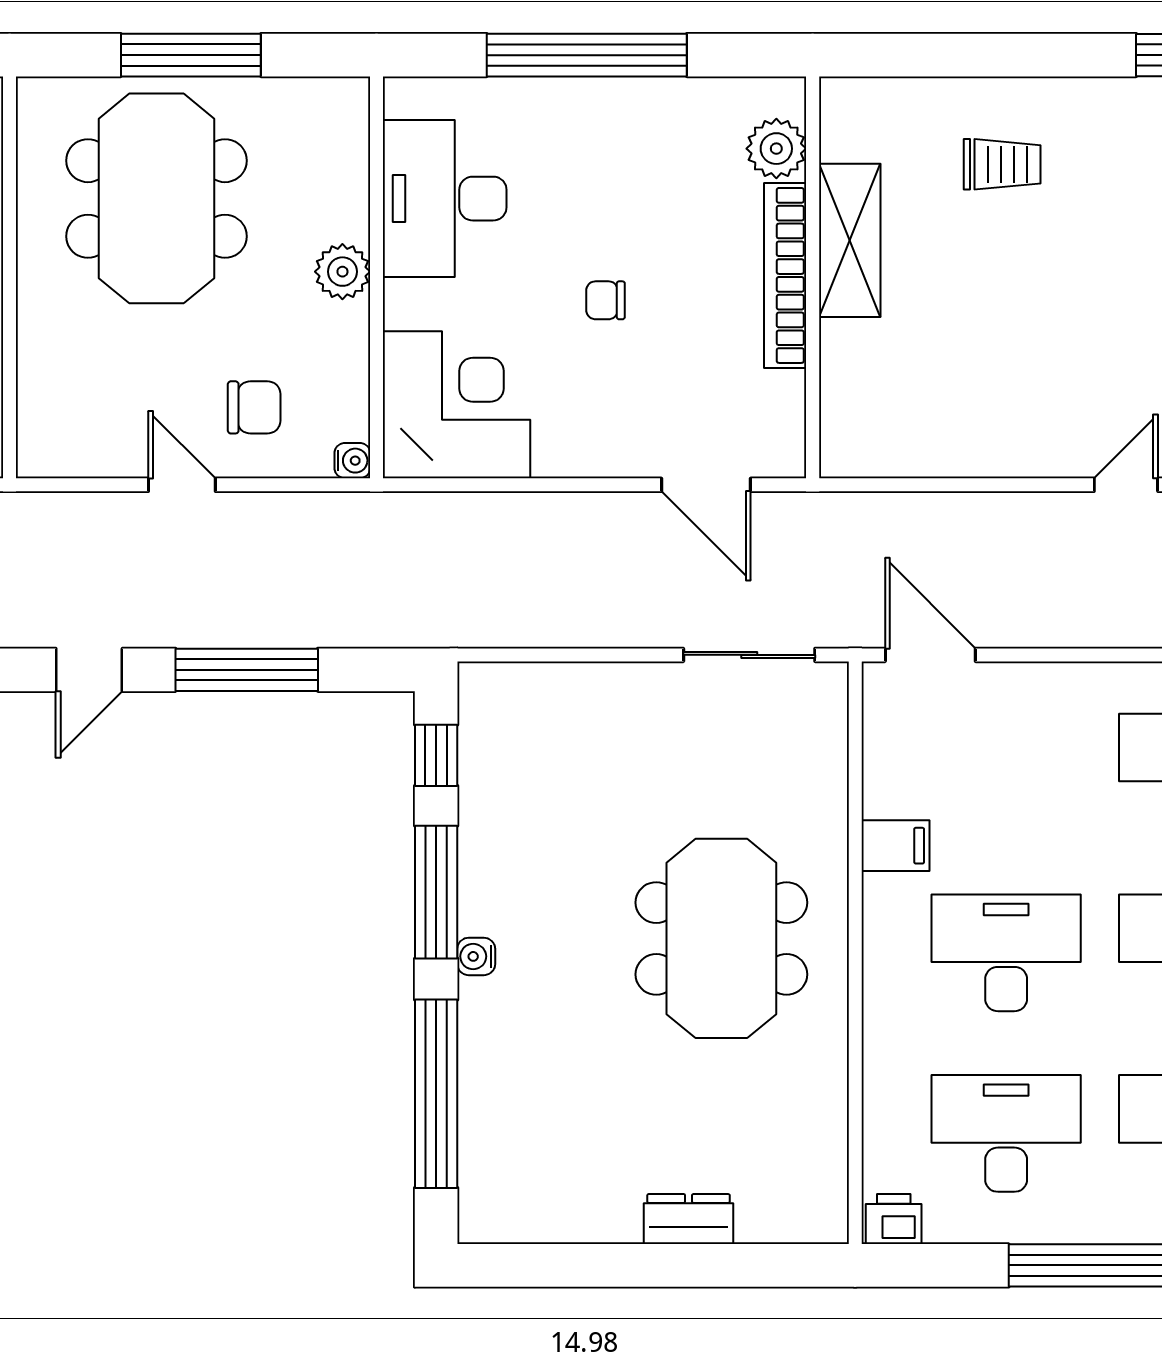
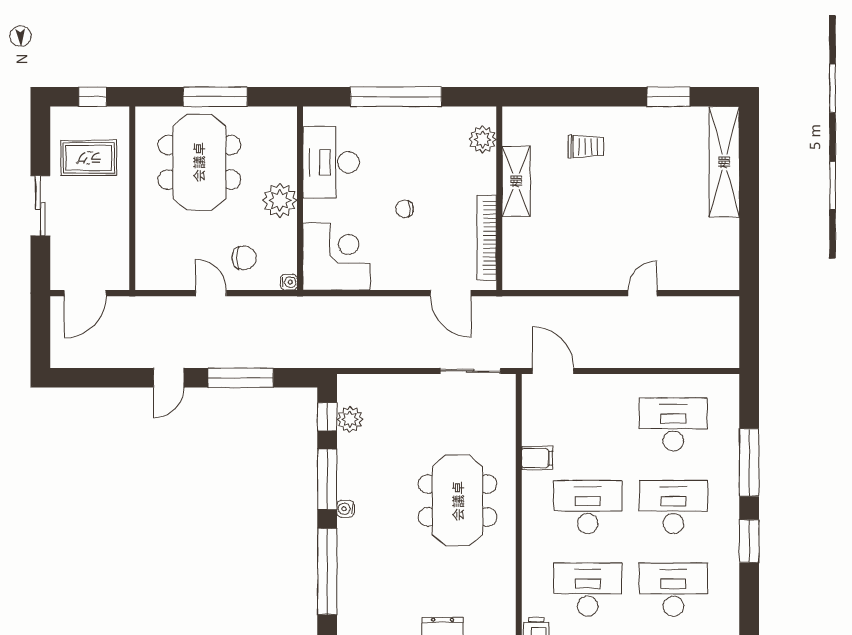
plant: (342, 272) -> (280, 200), width x1.36, depth x1.36
bookcase: (785, 275) -> (487, 238), moved
plant: (486, 761) -> (350, 419), added

